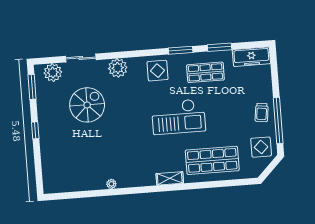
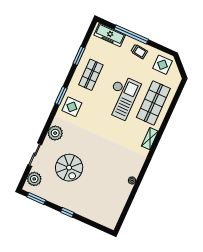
window: (181, 50) -> (61, 96), moved
freezer: (251, 57) -> (110, 35), moved, turned 90
spiral stairs: (87, 105) -> (69, 168), turned 180
checkout: (178, 117) -> (122, 97), moved
window: (278, 121) -> (131, 34), moved

